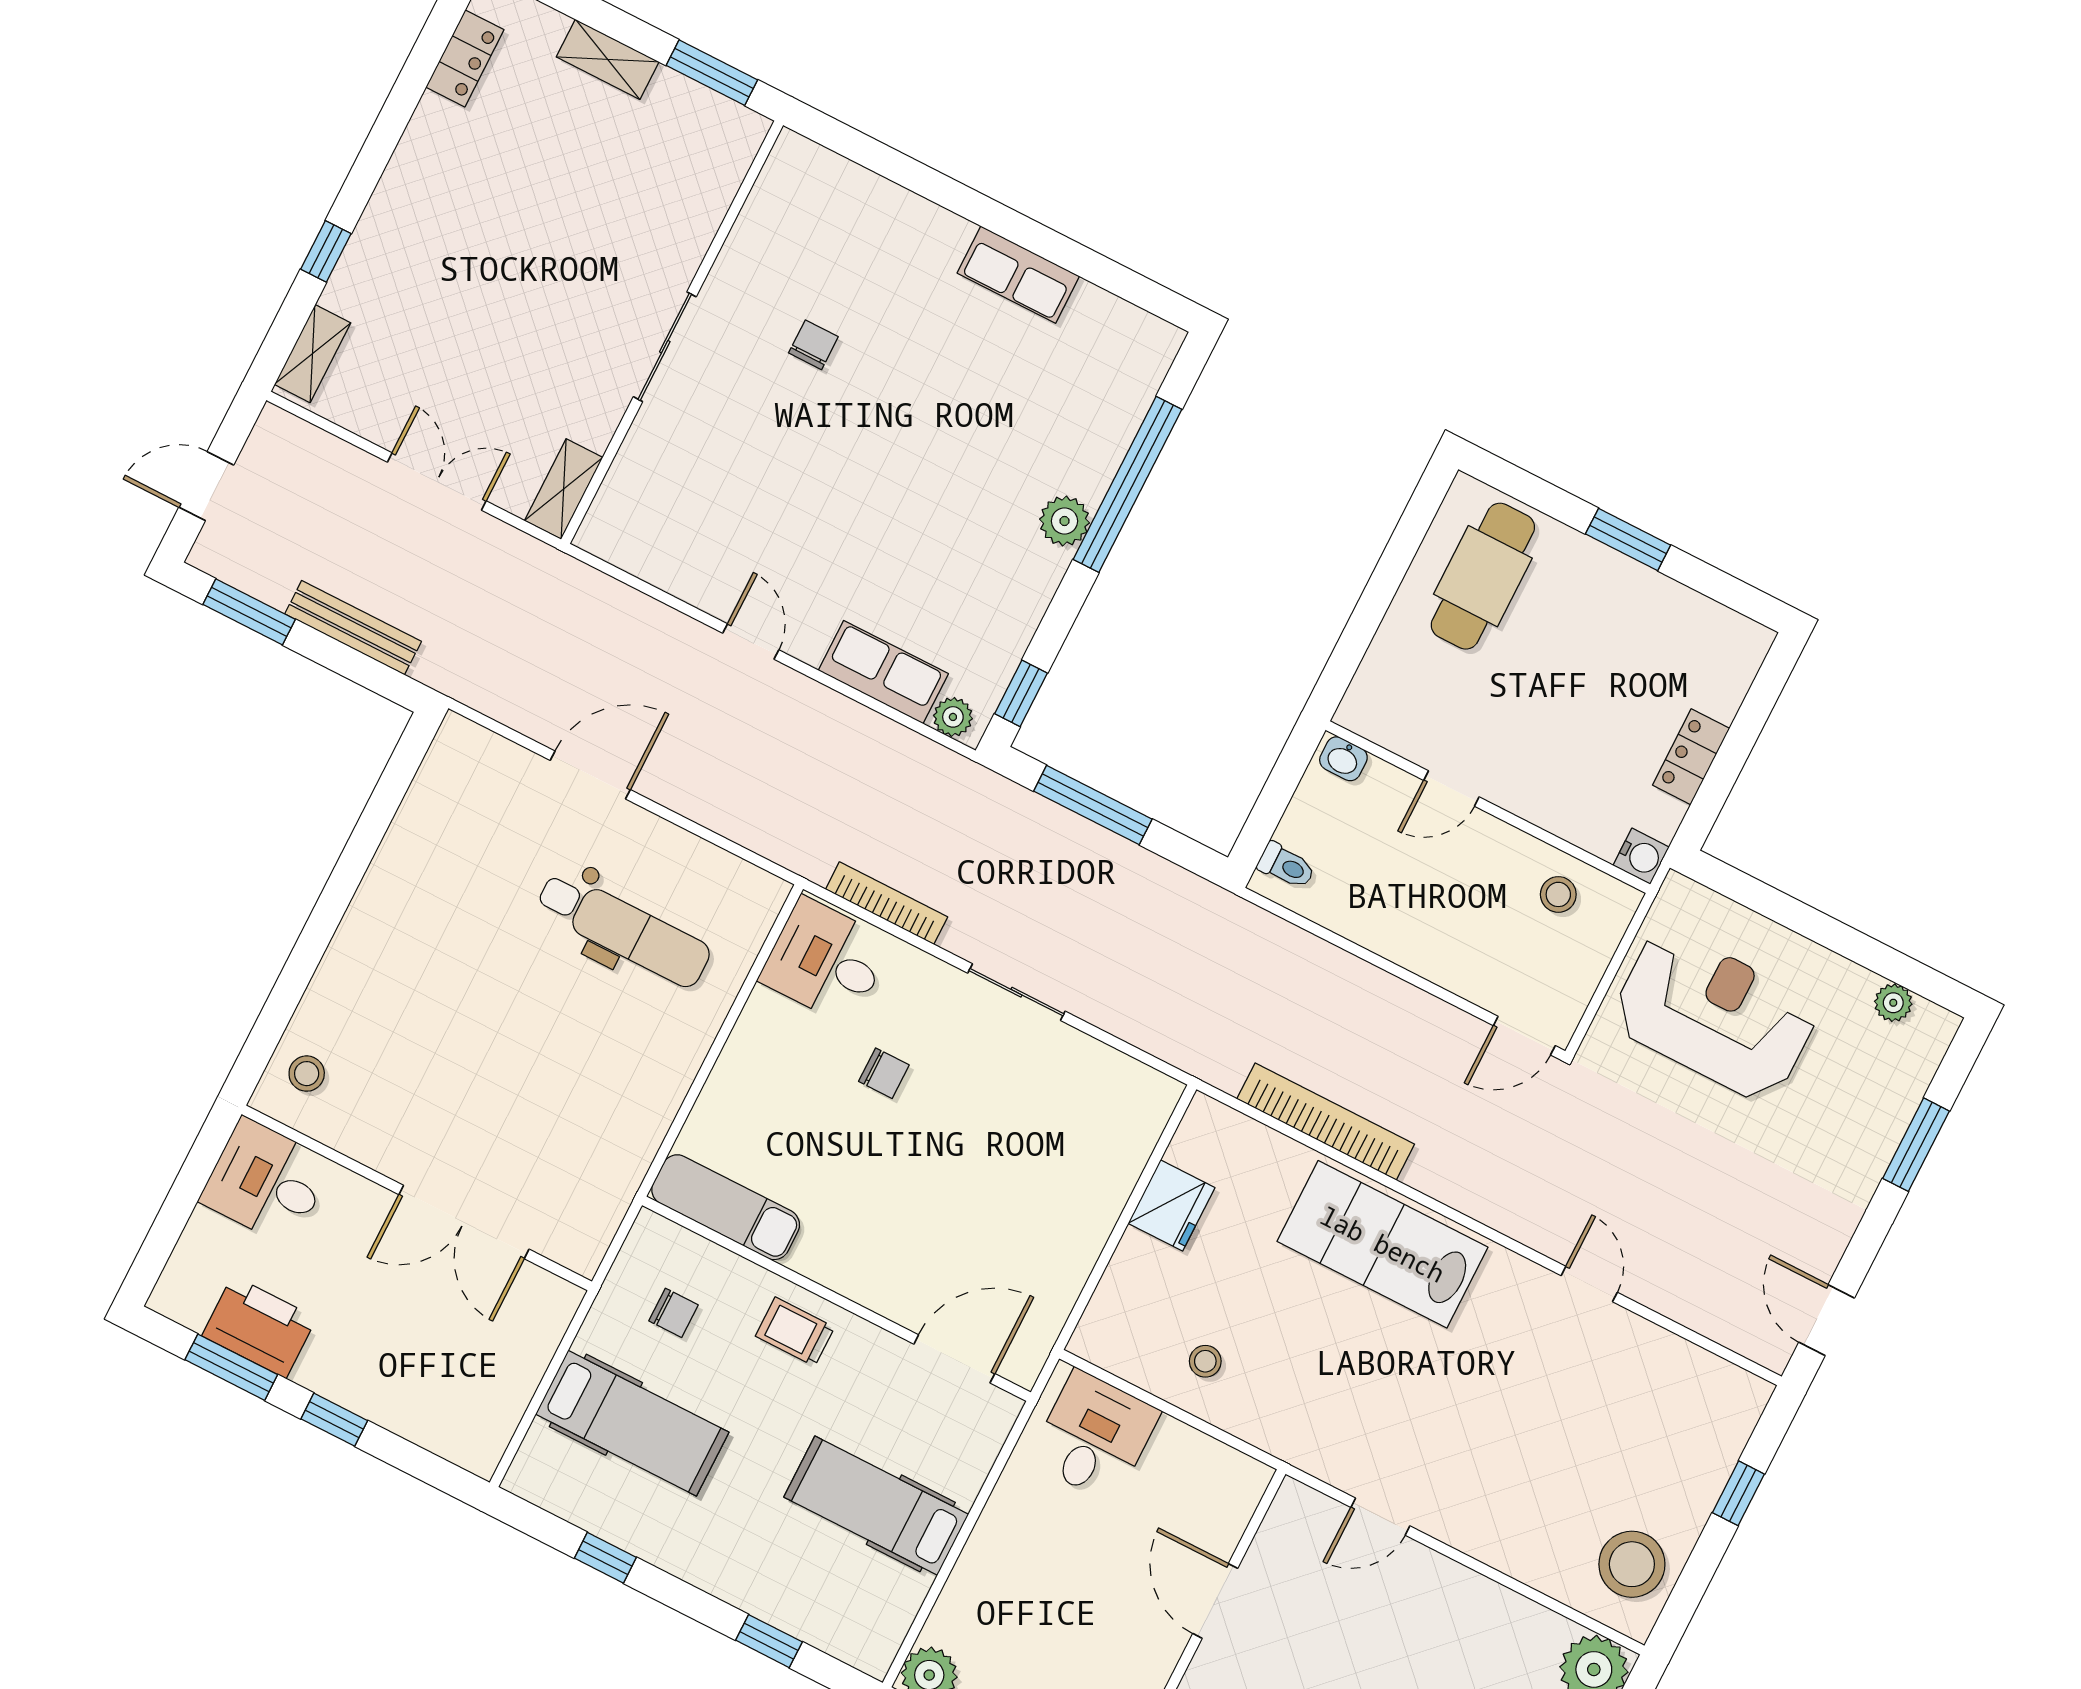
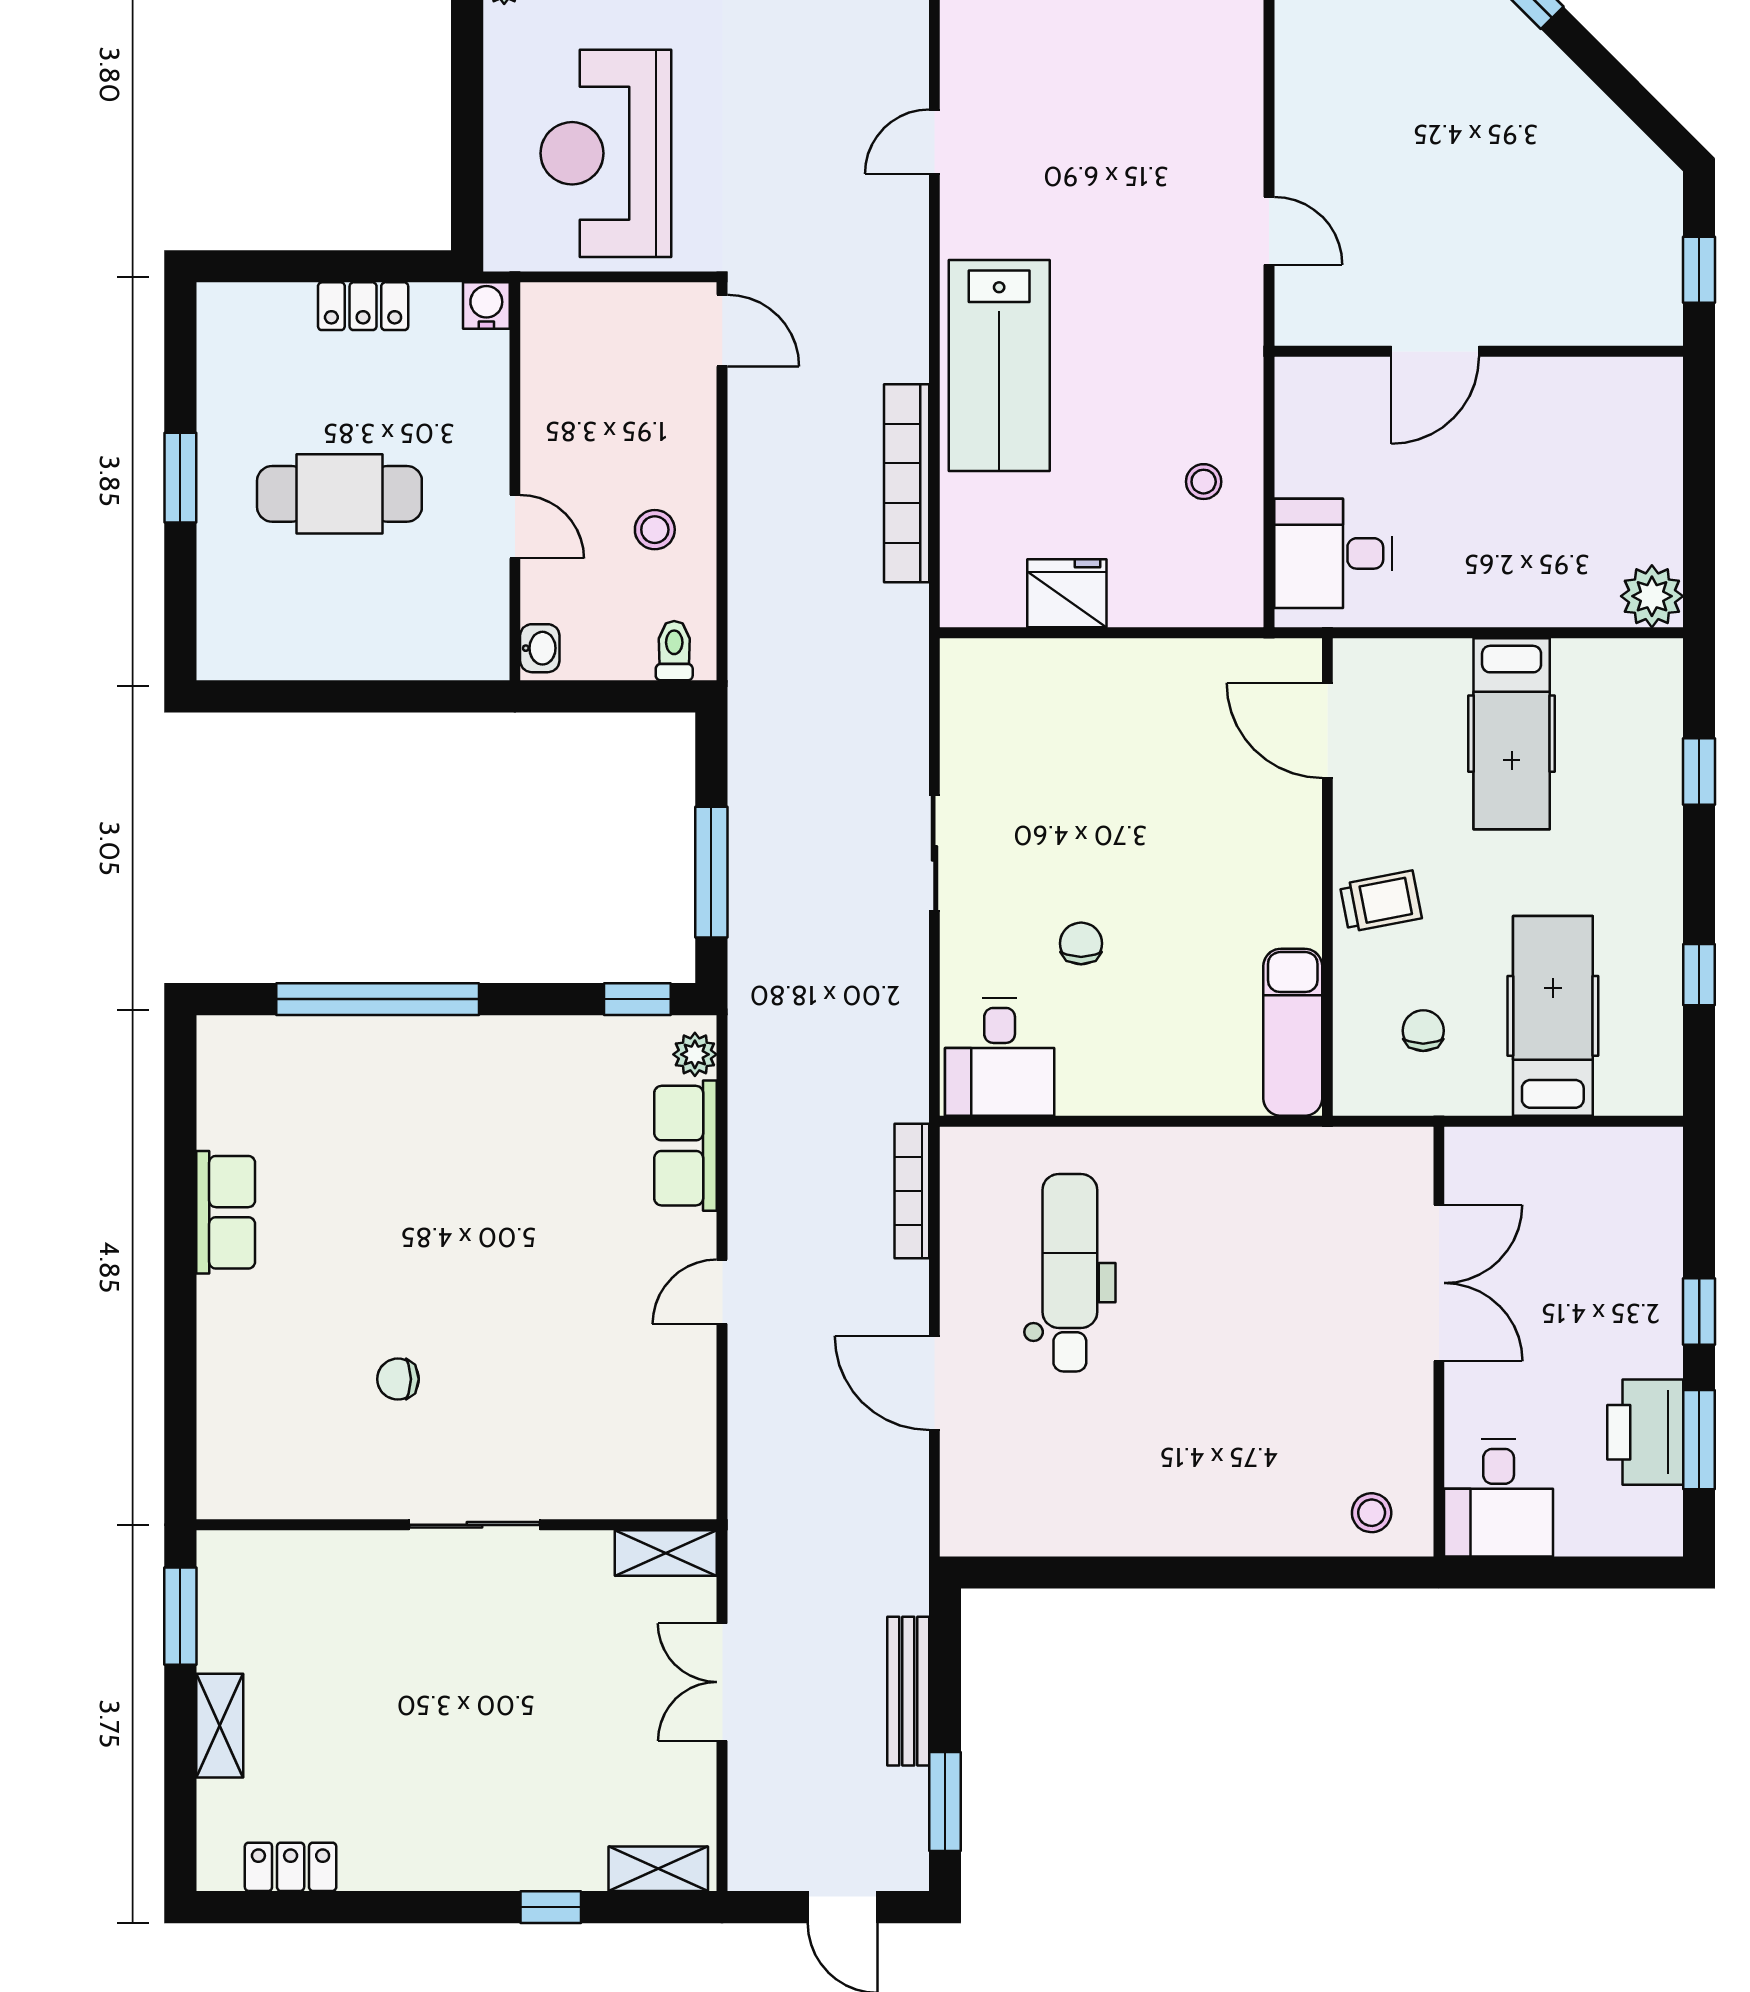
plant: (1064, 521) -> (445, 1043), removed
cafe table: (1483, 576) -> (339, 494), moved
stool: (1558, 894) -> (655, 530), moved
bookcase: (887, 903) -> (912, 1191), moved
trolley: (795, 1332) -> (1381, 901), turned -101

